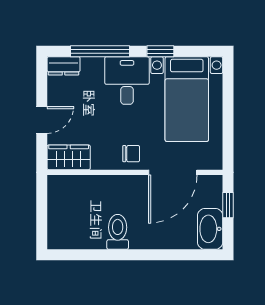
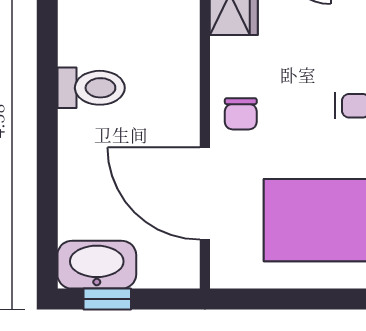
window: (228, 205) -> (107, 299), moved

